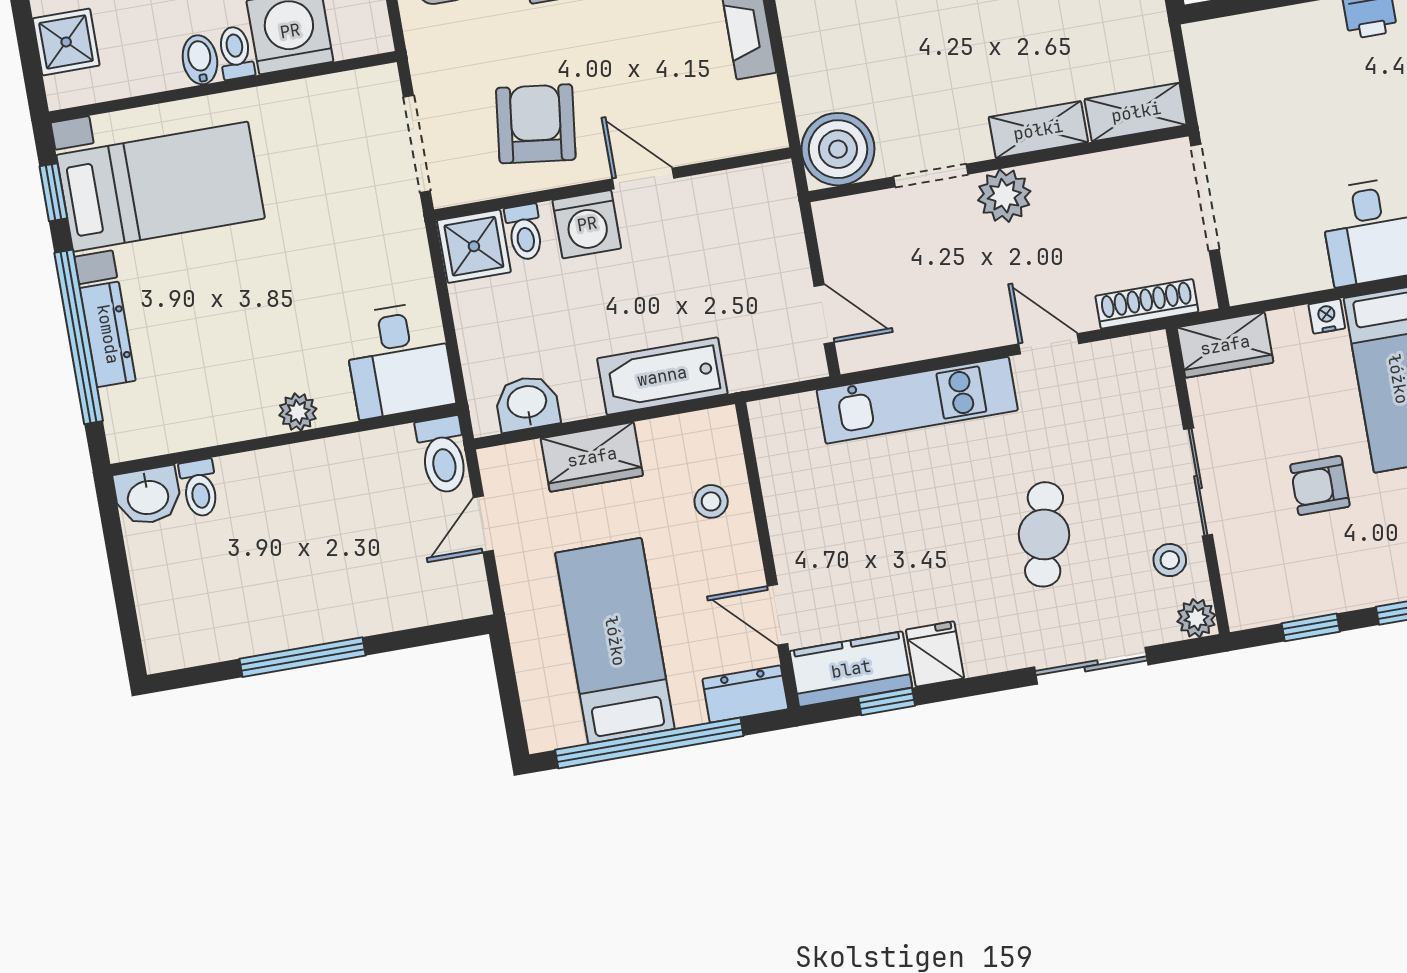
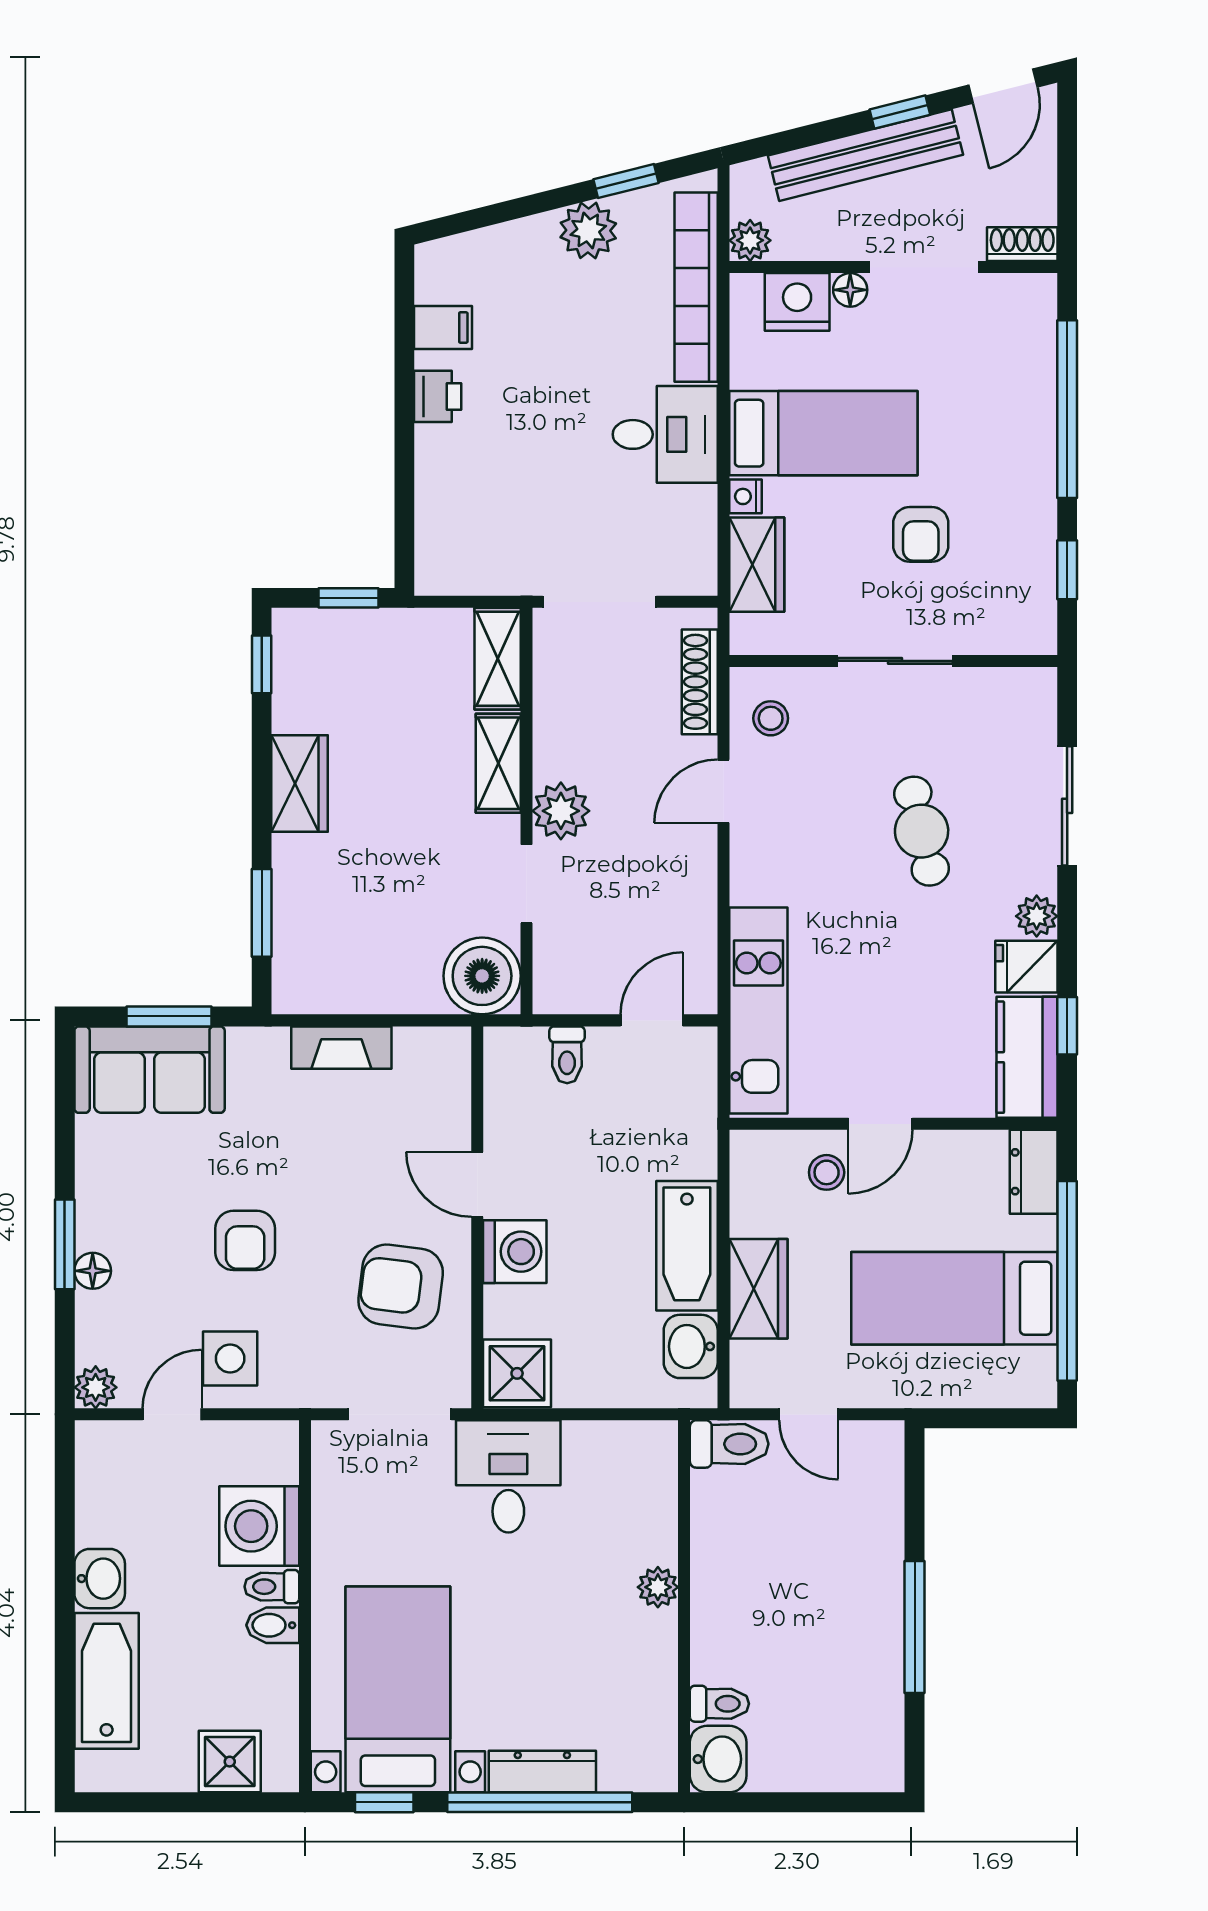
door: (643, 179) -> (477, 1184), hinge flipped
toilet: (525, 232) -> (567, 1055), moved, turned 90
wardrobe: (1225, 345) -> (757, 565), moved
desk: (399, 360) -> (508, 1476), moved, turned -90
bathtub: (662, 376) -> (687, 1246), moved
kitchen unit: (917, 400) -> (758, 1010), moved
cafe table: (1044, 534) -> (922, 831), turned 65
stool: (1170, 560) -> (771, 718), moved
door: (778, 615) -> (880, 1124), moved
plant: (1196, 618) -> (1037, 916), moved

